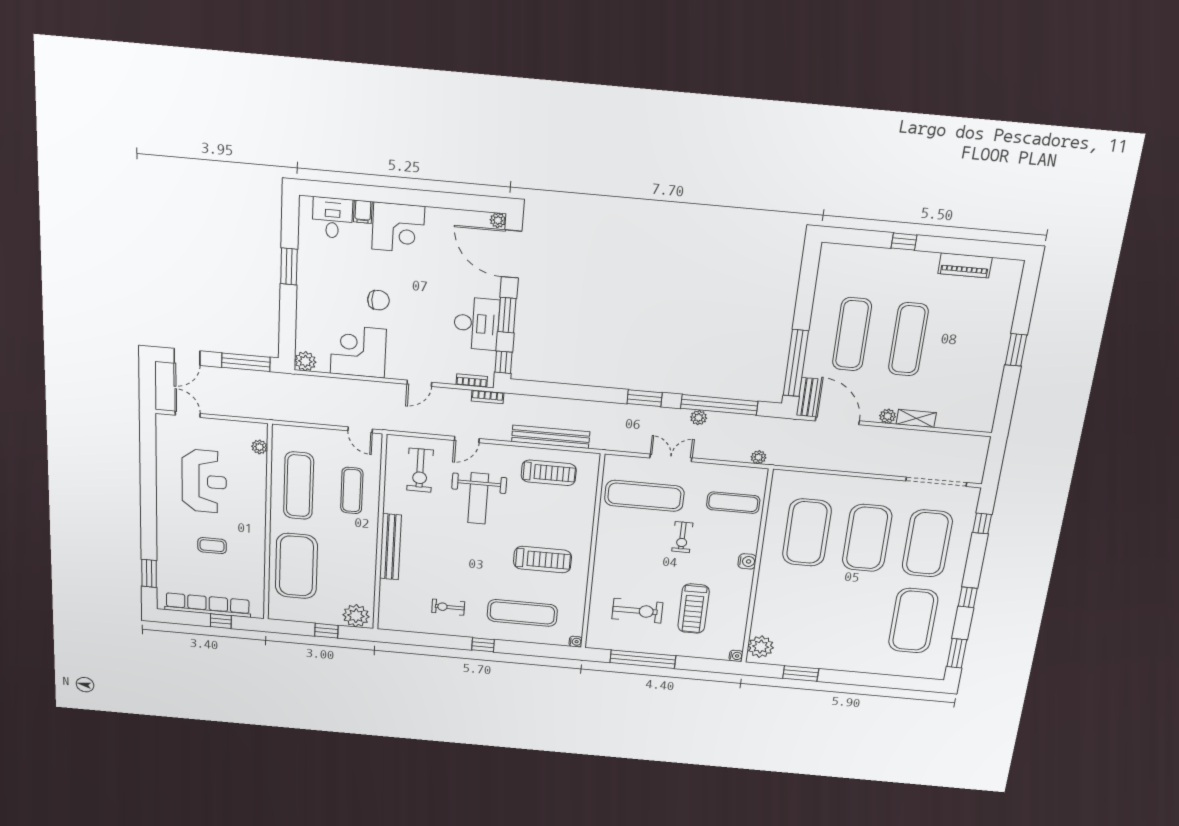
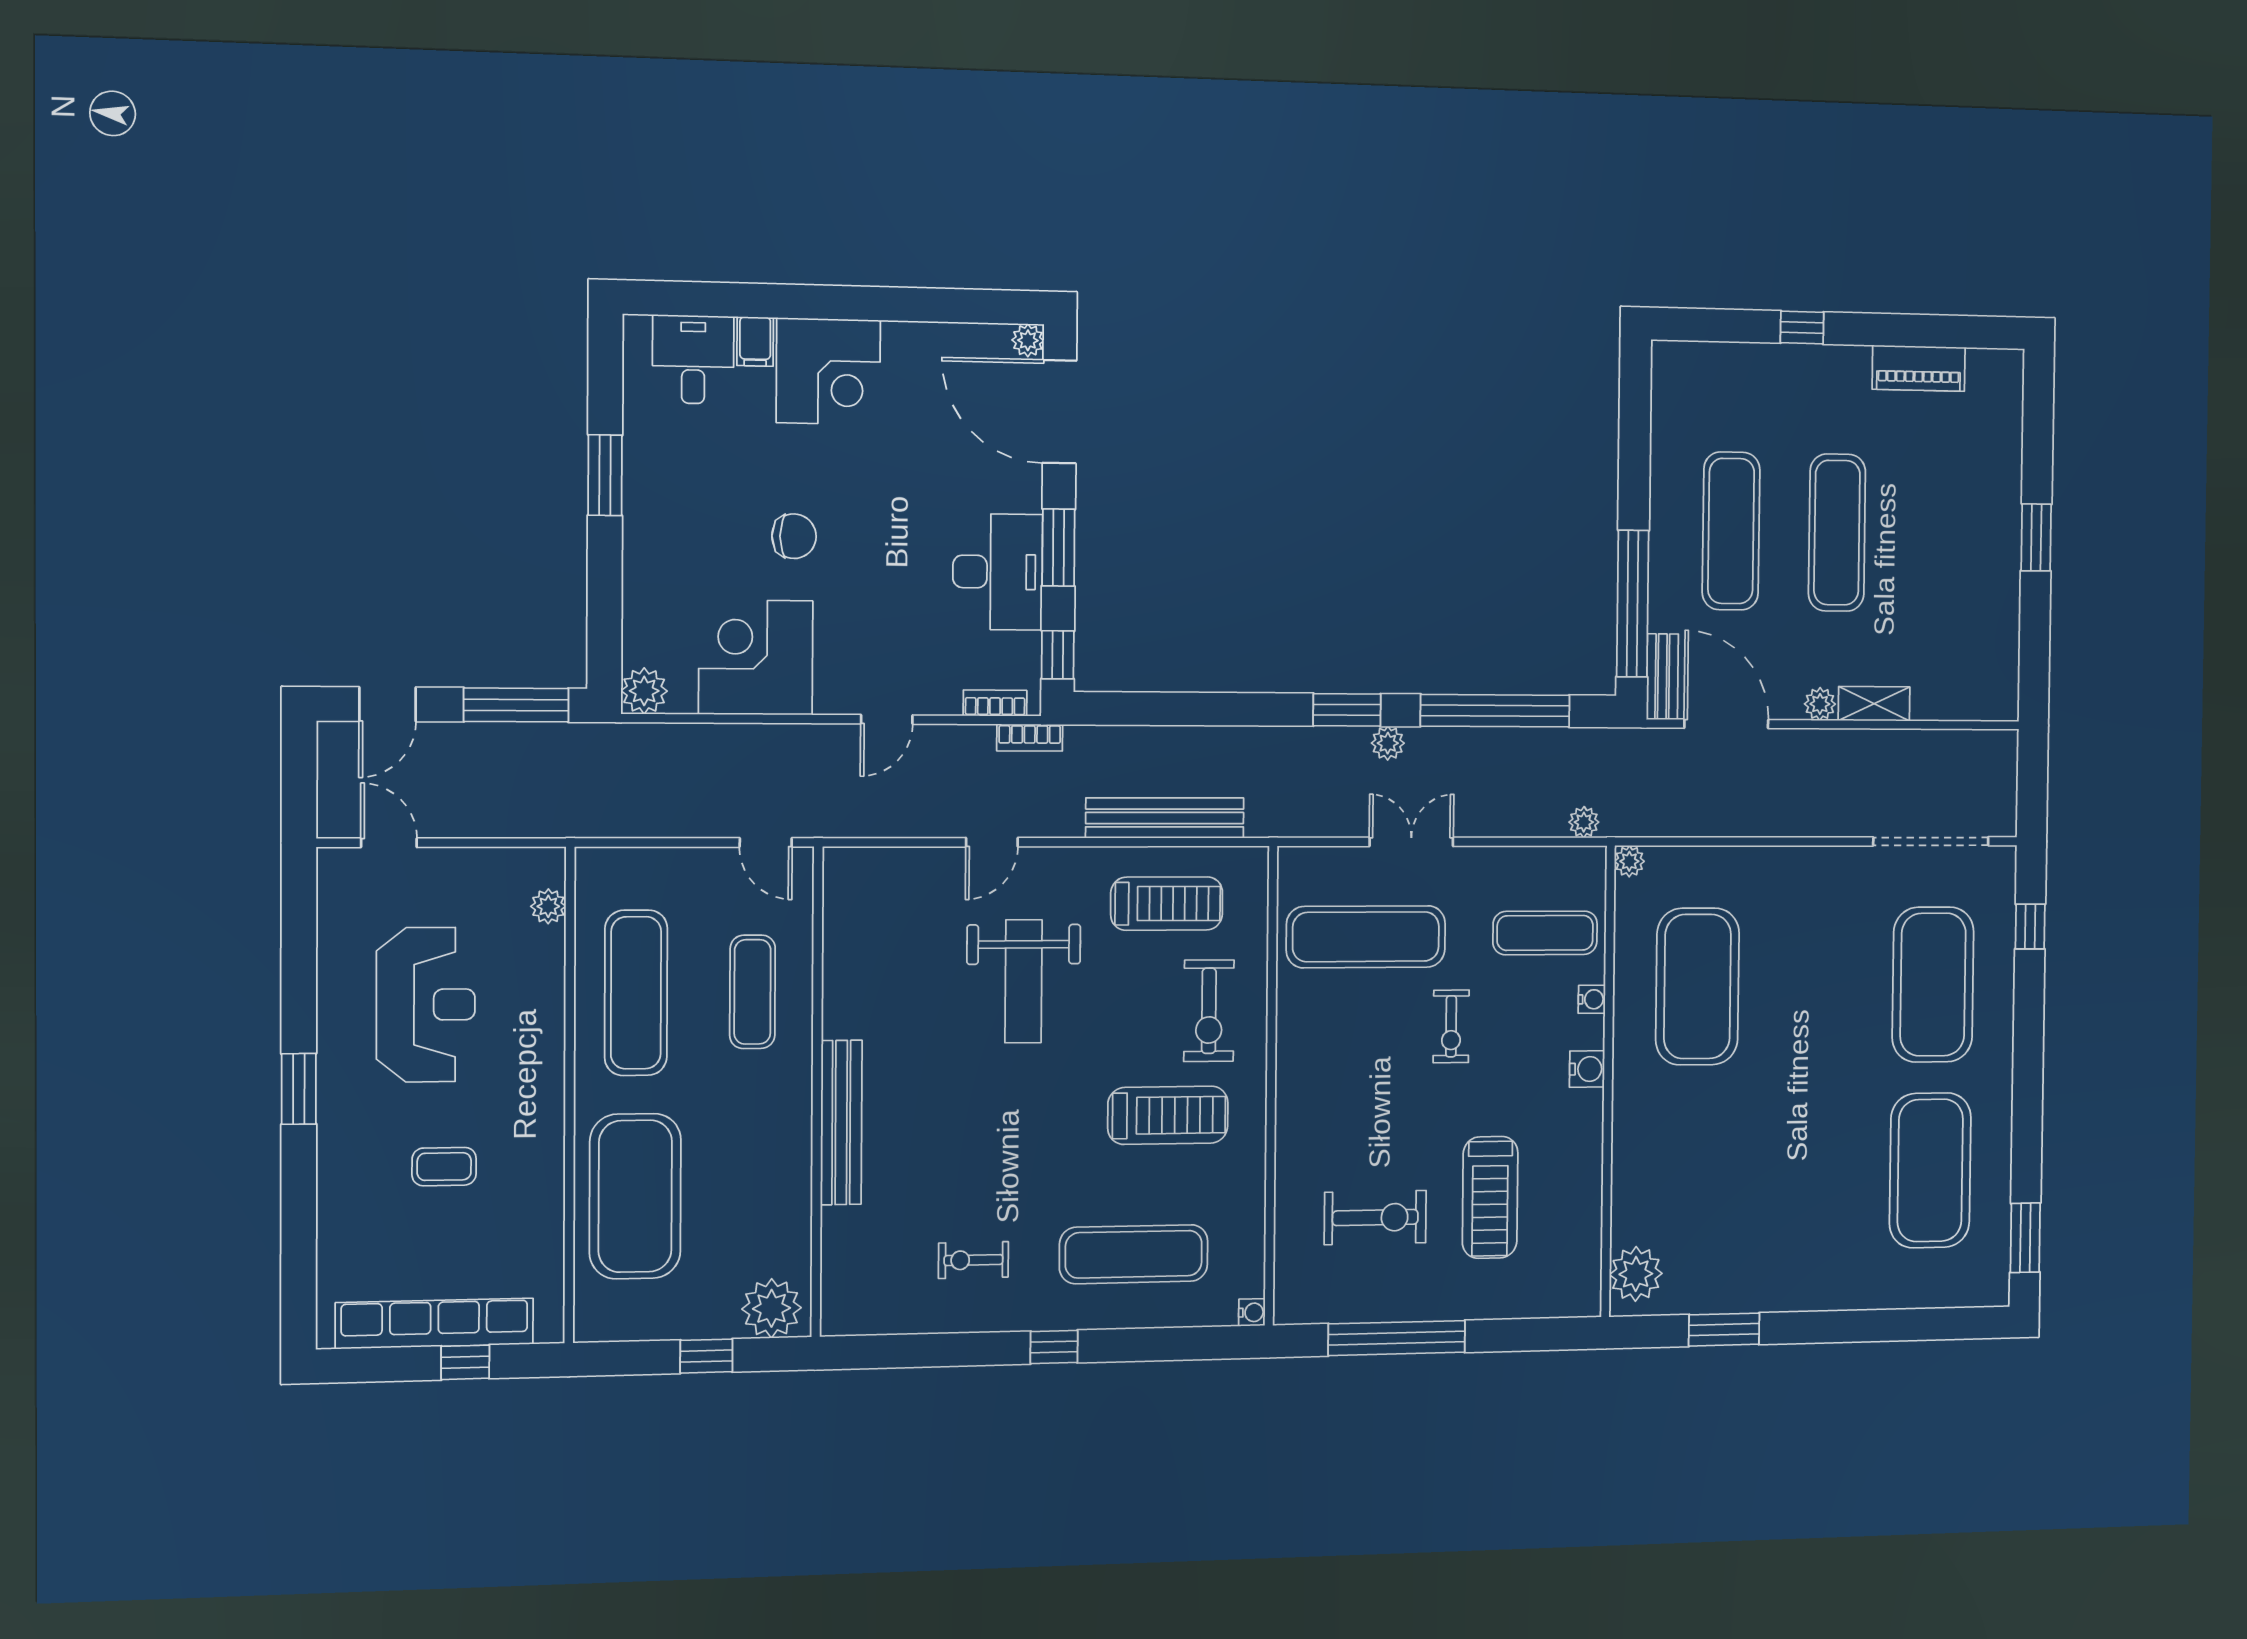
plant: (699, 418) -> (1388, 743), moved
exercise bike: (420, 470) -> (1209, 1011), moved
plant: (779, 476) -> (1629, 861), added
exercise mat: (867, 538) -> (1816, 986), removed
window: (149, 573) -> (299, 1089), moved
window: (968, 597) -> (2027, 1101), removed
water cooler: (736, 656) -> (1592, 999), moved

